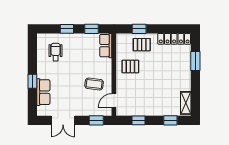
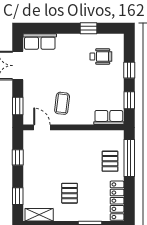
window: (139, 29) -> (129, 158), width x2.17
pallet: (130, 66) -> (70, 193), moved
window: (32, 81) -> (88, 28), moved
row of seats: (43, 92) -> (40, 42), moved

